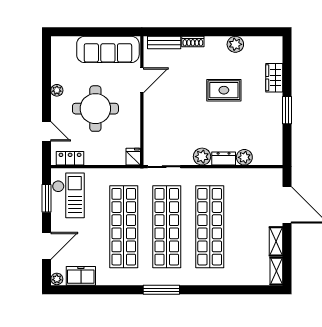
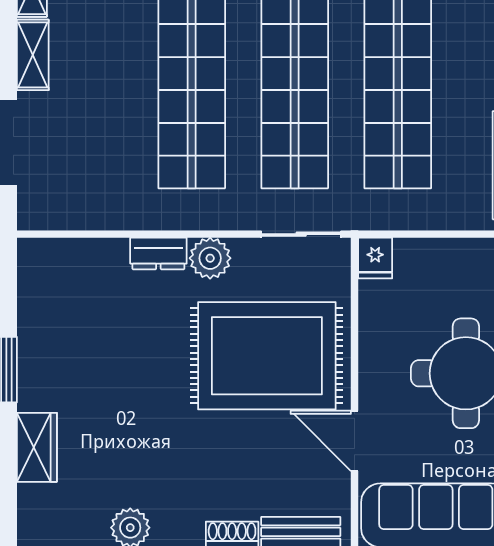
door: (142, 80) -> (354, 441), hinge flipped
rug: (224, 90) -> (267, 356), moved, width x1.86, depth x2.06
plant: (244, 157) -> (108, 257), removed

